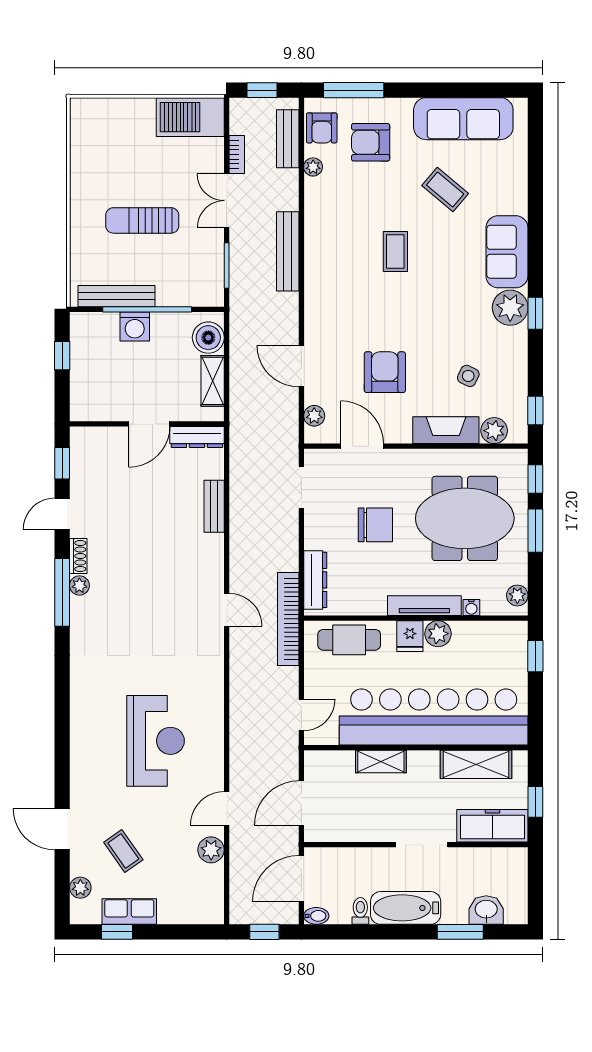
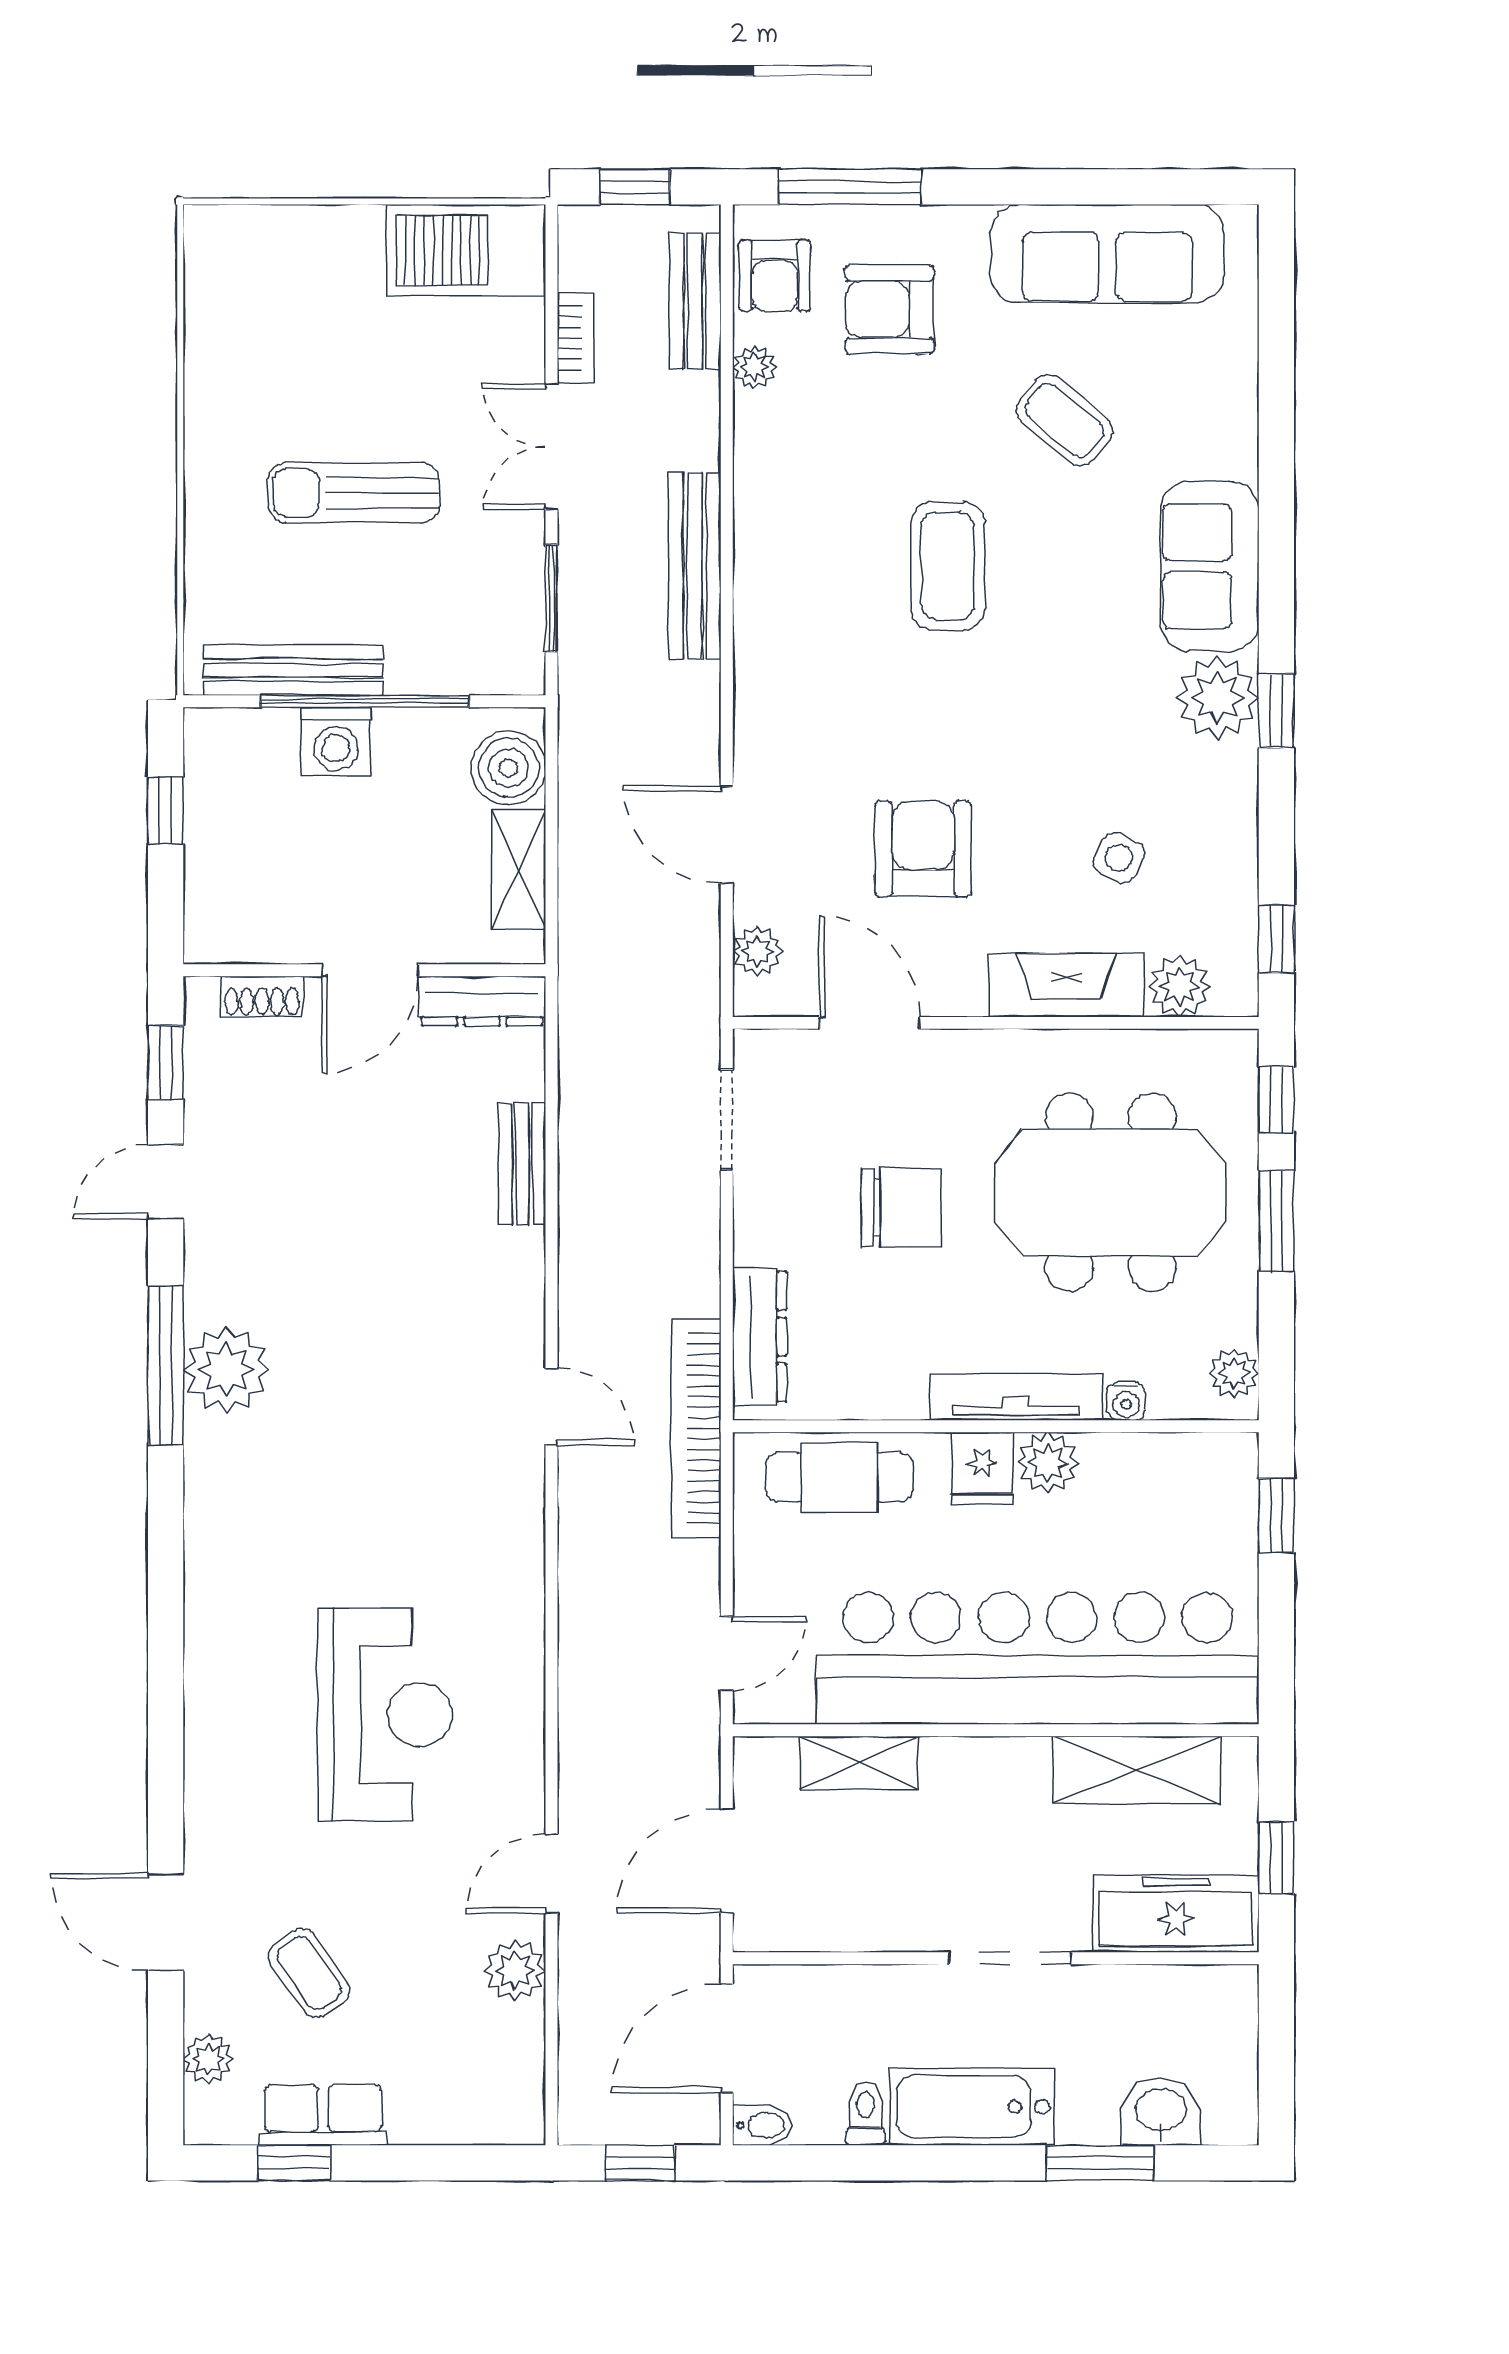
coffee table: (395, 252) -> (948, 566), width x1.36, depth x1.30
shoe rack: (78, 556) -> (262, 996), moved, turned 90
plant: (79, 585) -> (226, 1370), width x1.87, depth x1.87
shelving: (381, 761) -> (859, 1763), moved

